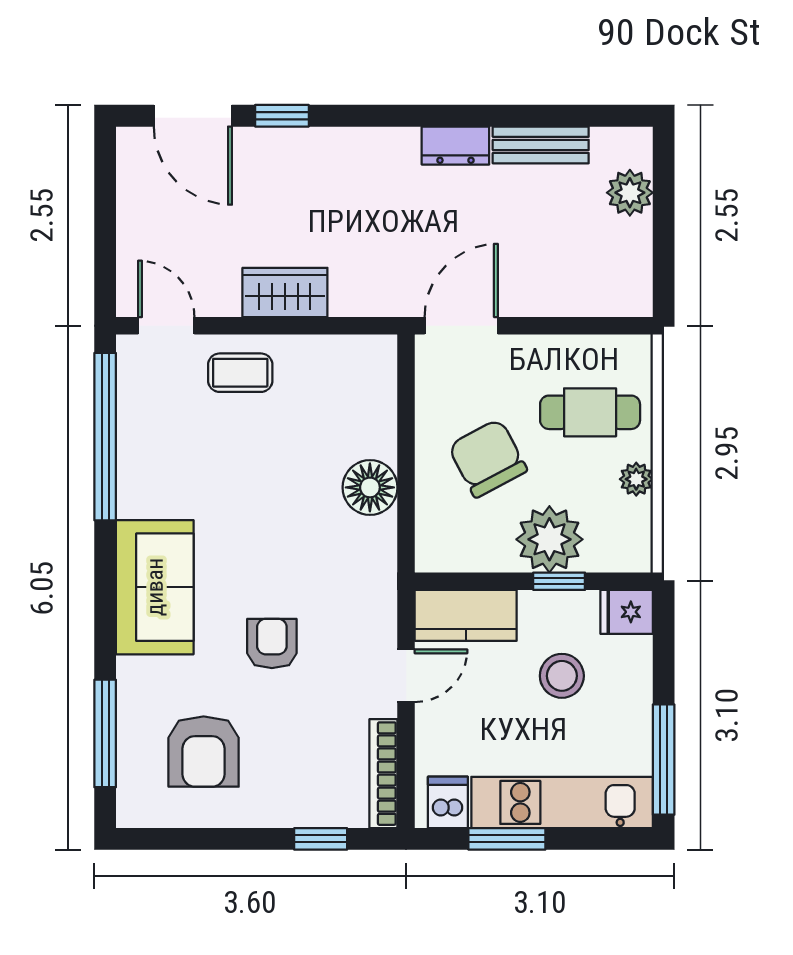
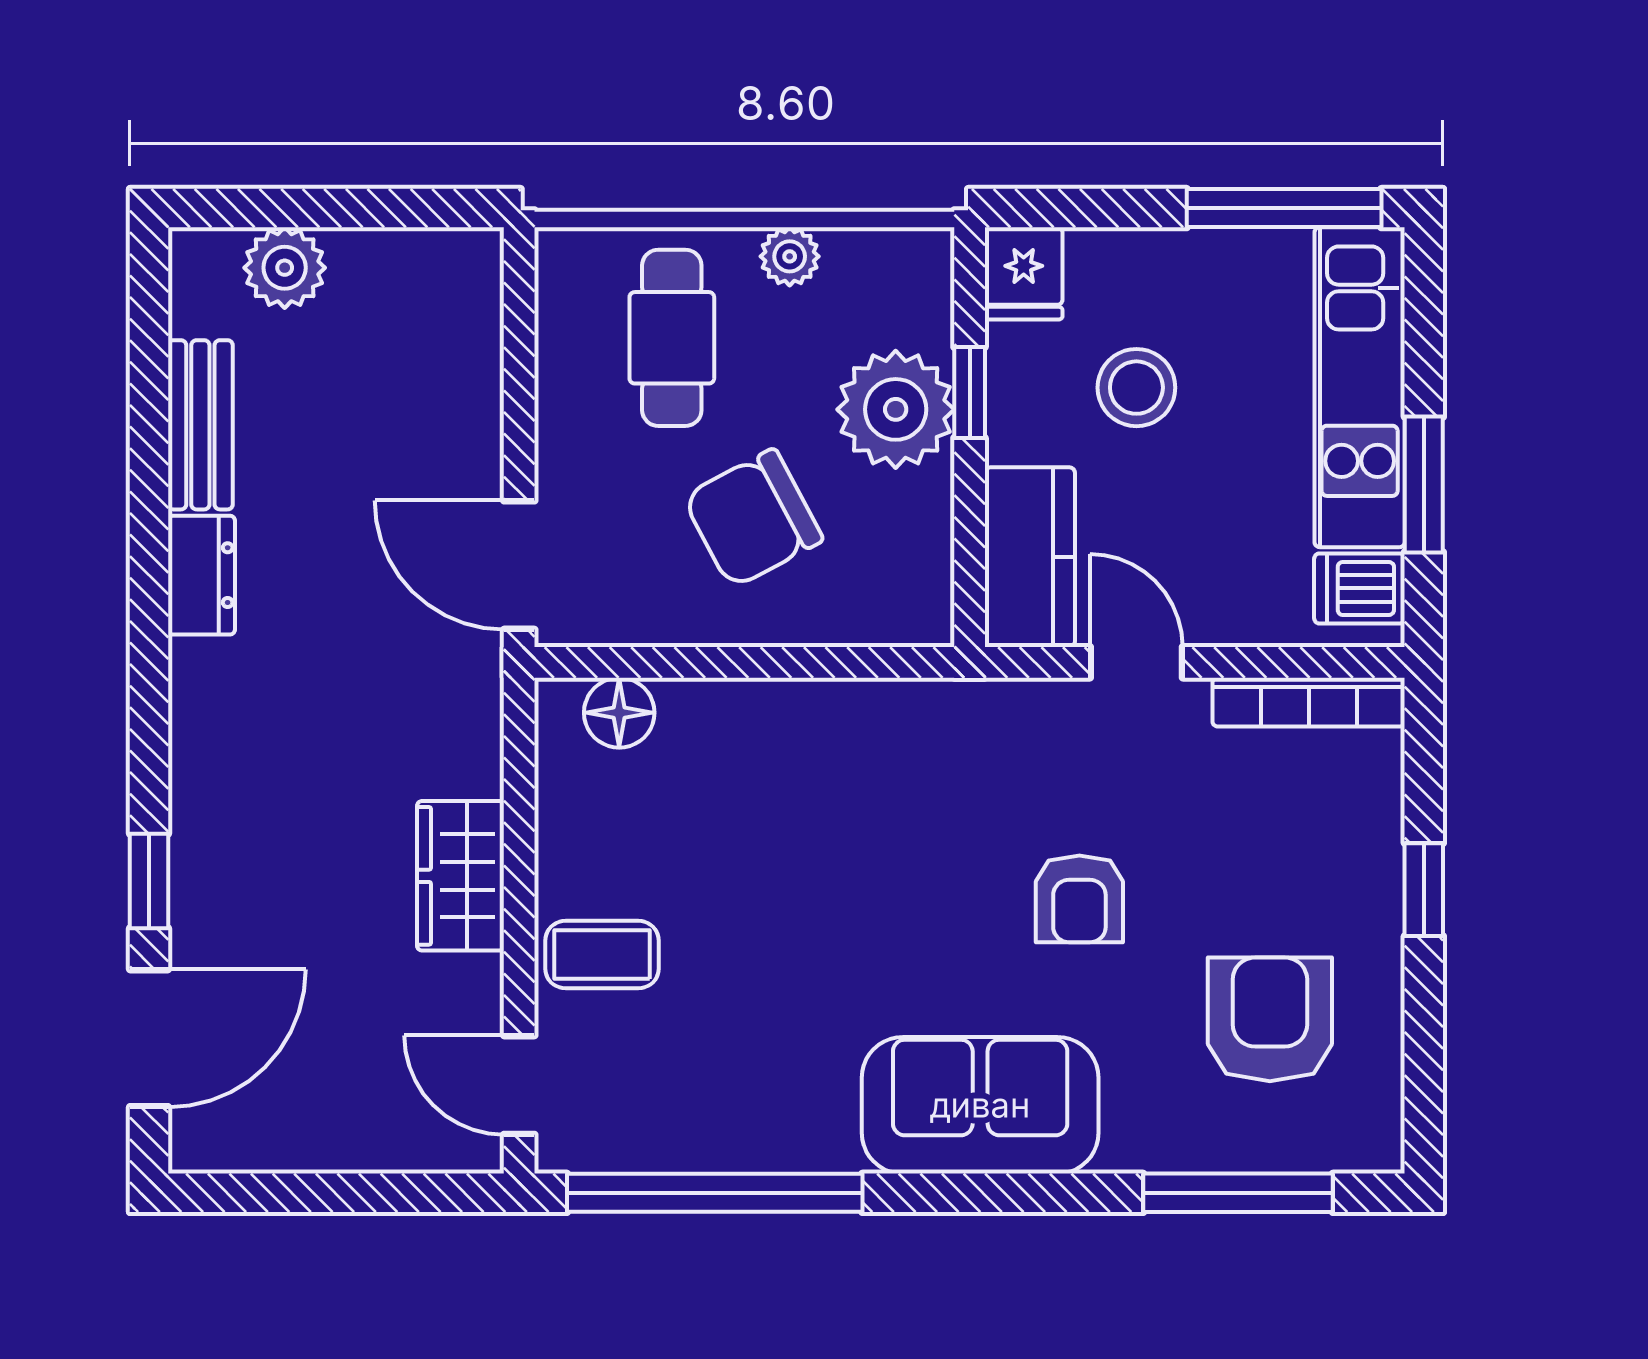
door: (166, 326) -> (519, 1085), hinge flipped
coffee table: (240, 373) -> (602, 955), turned 90
floor lamp: (370, 487) -> (619, 713), moved, width x0.73, depth x0.73
armchair: (272, 644) -> (1079, 899), turned -90
armchair: (204, 752) -> (1270, 1019), turned -90
window: (321, 839) -> (1424, 890), moved

